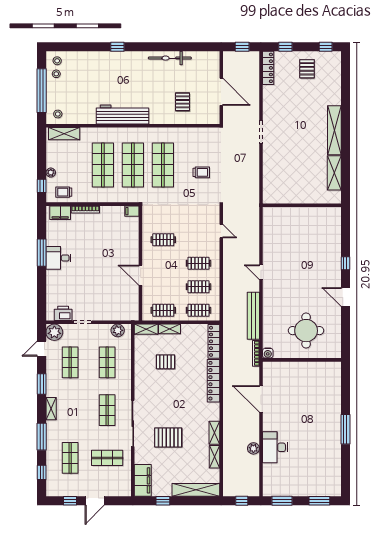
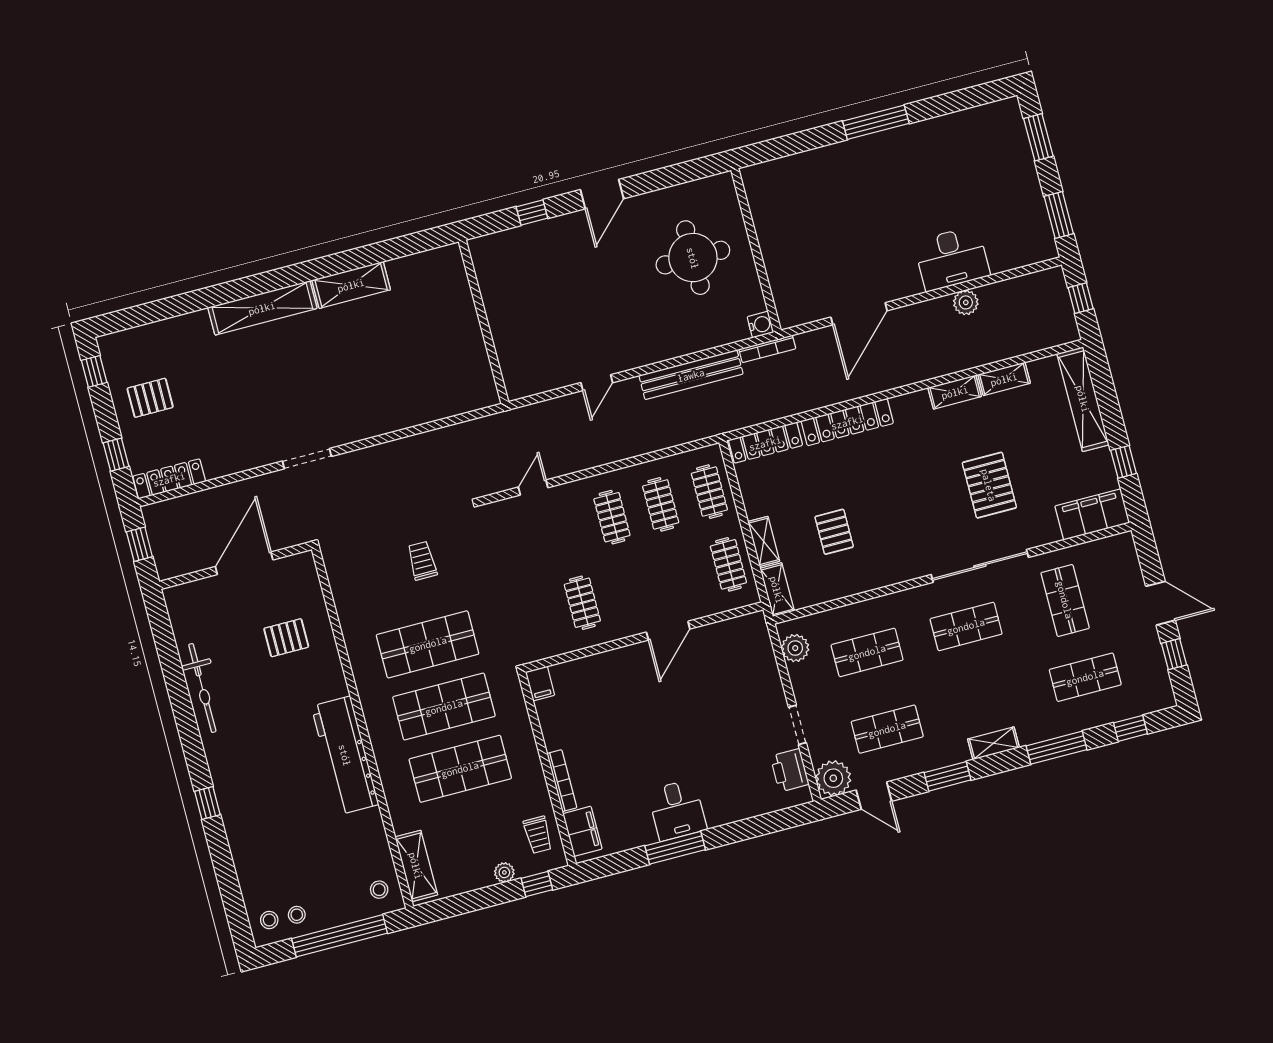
wall: (302, 205) -> (484, 322), moved

